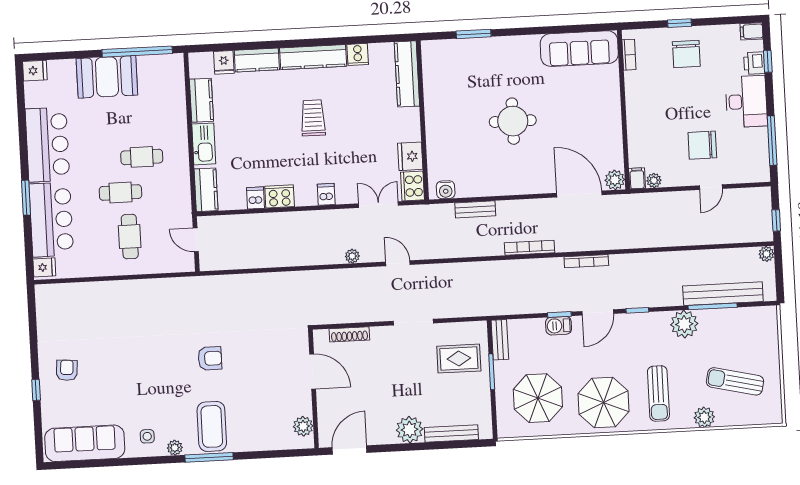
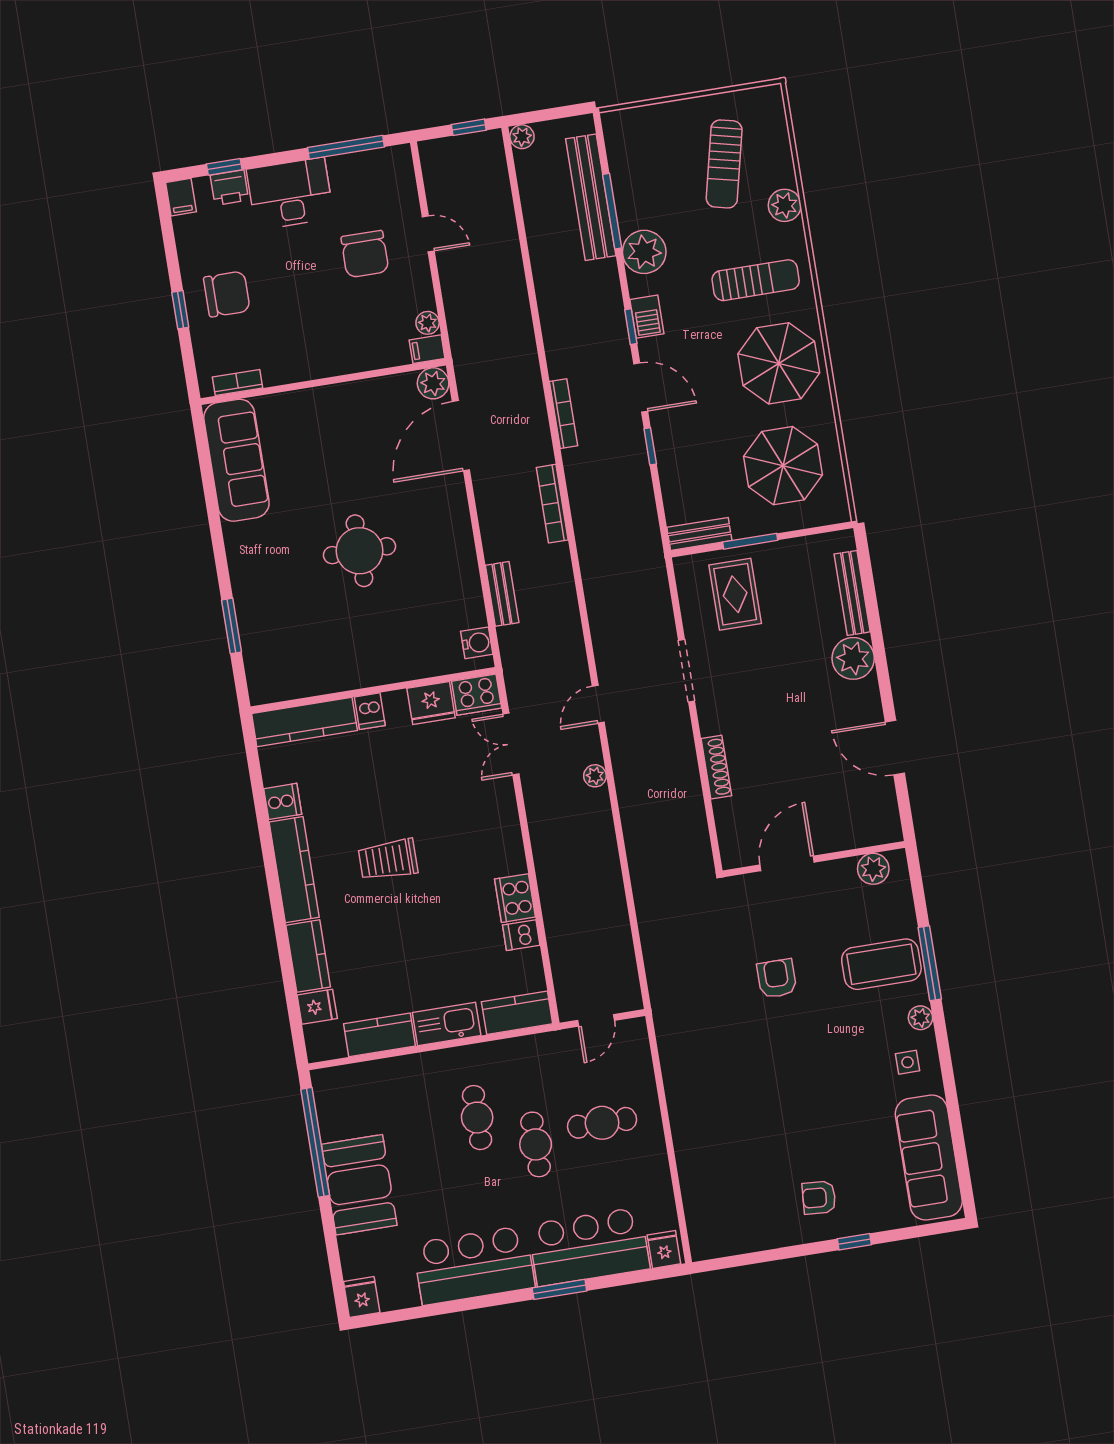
dishwasher: (326, 194) -> (370, 711), moved, turned -90
barbecue: (559, 326) -> (647, 317), moved
door: (313, 371) -> (787, 863), moved
wall: (314, 389) -> (814, 859), moved
plant: (303, 426) -> (873, 869), moved

